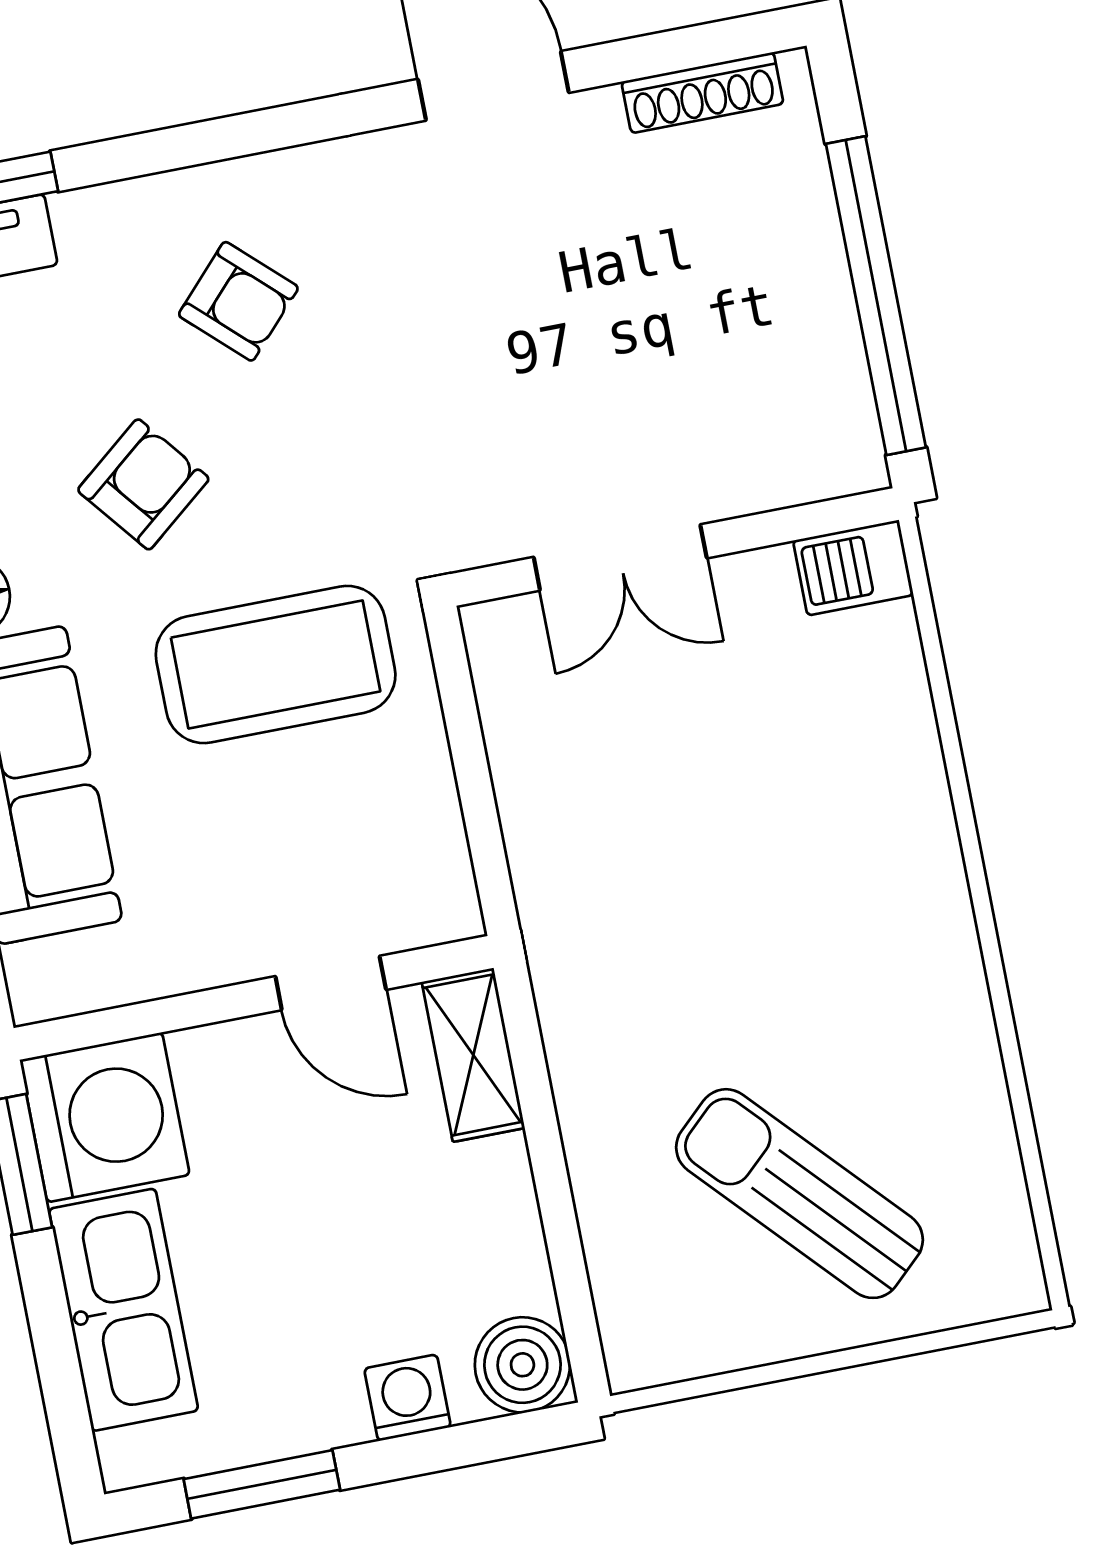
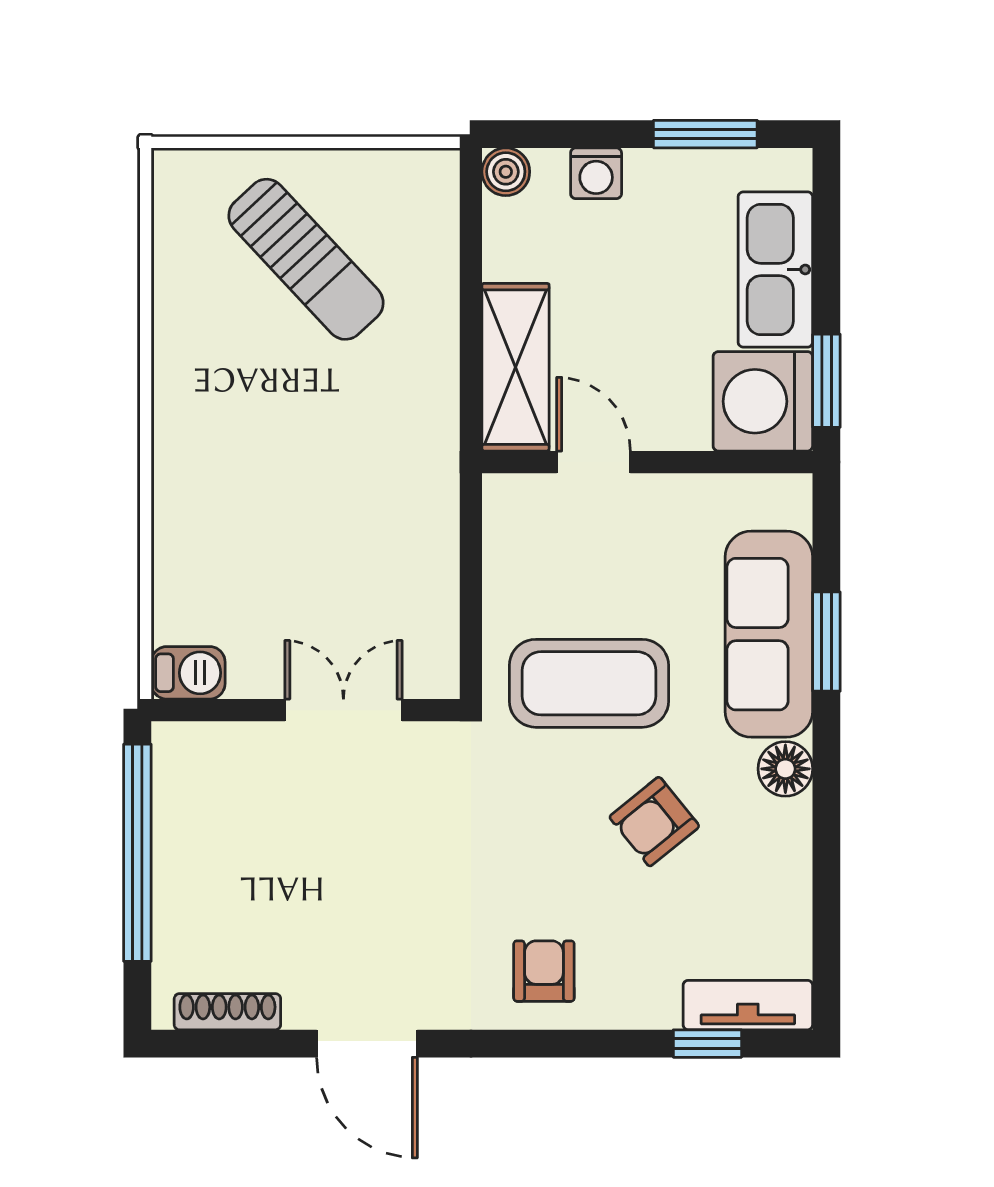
armchair: (238, 301) -> (544, 971), moved, turned 47
shelving: (473, 1055) -> (515, 367), width x1.50, depth x1.33
boiler: (522, 1365) -> (506, 172), width x0.73, depth x0.73

